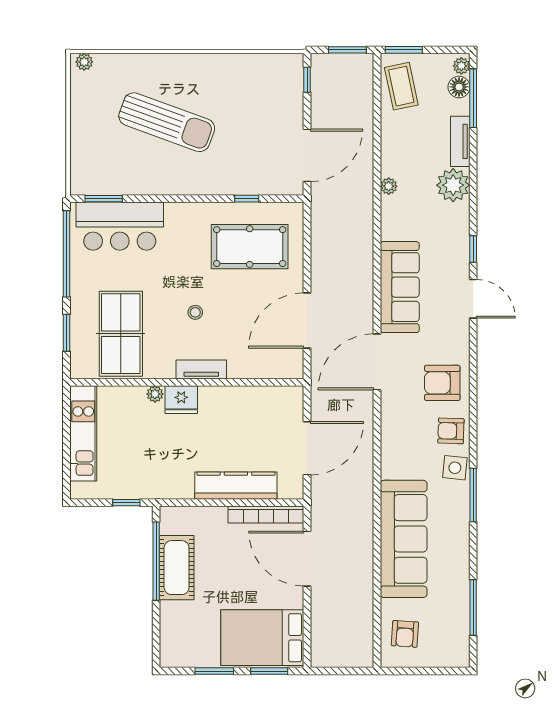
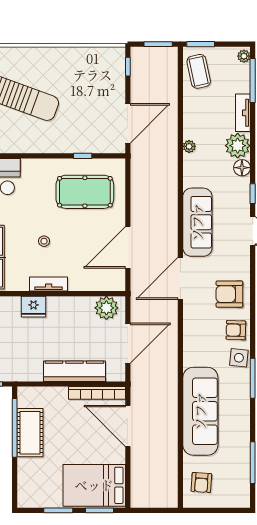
floor lamp: (459, 87) -> (242, 168), moved
plant: (155, 394) -> (106, 308), moved, width x1.88, depth x1.88

